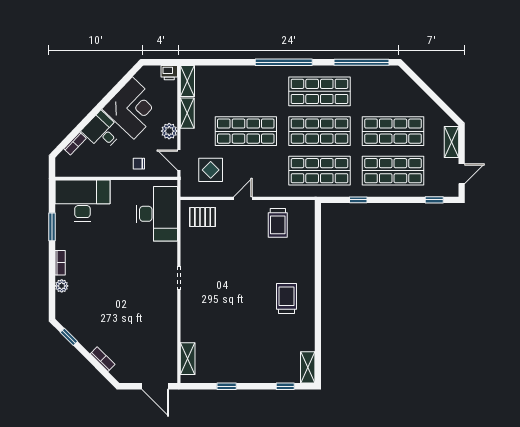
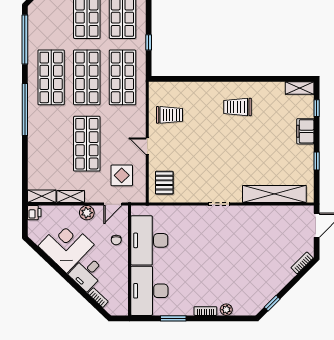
desk: (157, 214) -> (149, 240), moved, turned -90
bookcase: (103, 359) -> (302, 263), moved
shelving: (188, 359) -> (274, 194), width x2.20, depth x1.33
filing cabinet: (260, 374) -> (305, 131), added

